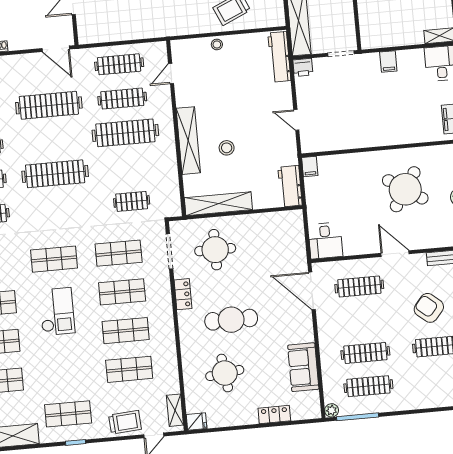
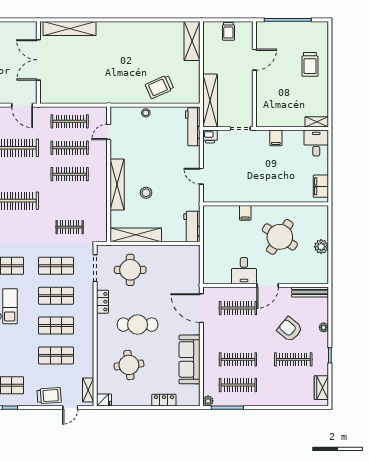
clothes rail: (125, 133) -> (70, 174), width x0.73, depth x0.76
filing cabinet: (310, 167) -> (245, 213), moved
desk: (325, 241) -> (244, 271), moved
door: (395, 254) -> (268, 285), swing flipped
sofa: (303, 367) -> (189, 359), width x1.36

